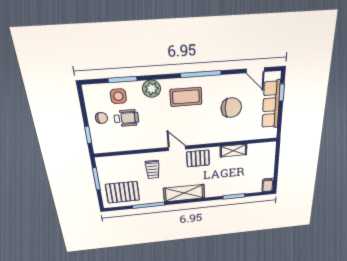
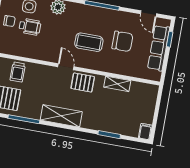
coffee table: (186, 97) -> (89, 42), moved
trolley: (153, 169) -> (18, 72), moved

